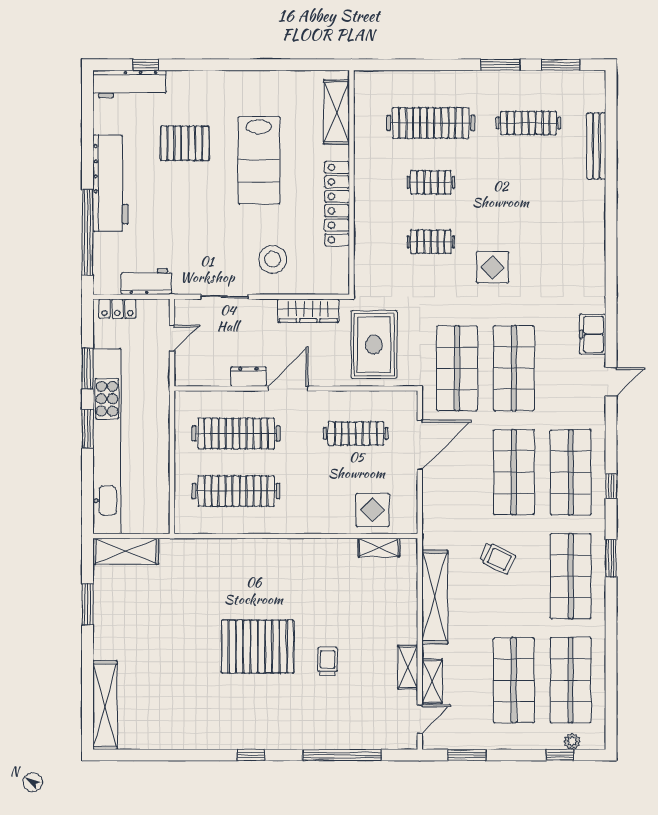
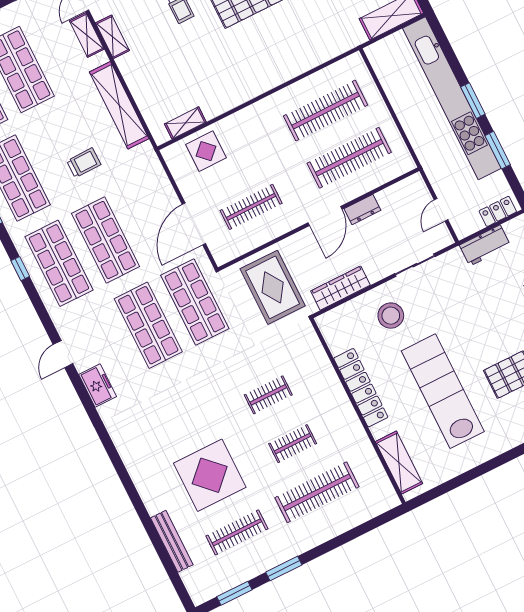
lab bench: (259, 160) -> (443, 391), width x1.36
display table: (493, 267) -> (210, 475), moved, width x1.86, depth x1.86
trolley: (497, 558) -> (84, 163), turned 153

